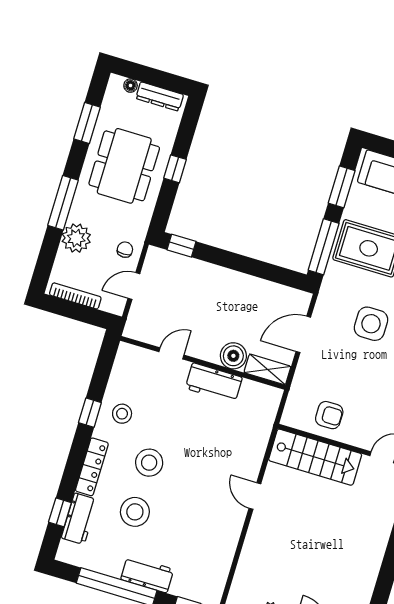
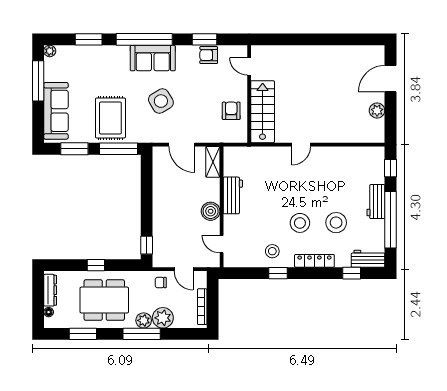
plant: (80, 211) -> (144, 320), added
side table: (371, 324) -> (161, 101), turned -31
door: (171, 353) -> (222, 244), moved
boiler: (233, 356) -> (211, 211), moved
workbench: (79, 519) -> (368, 259), moved

